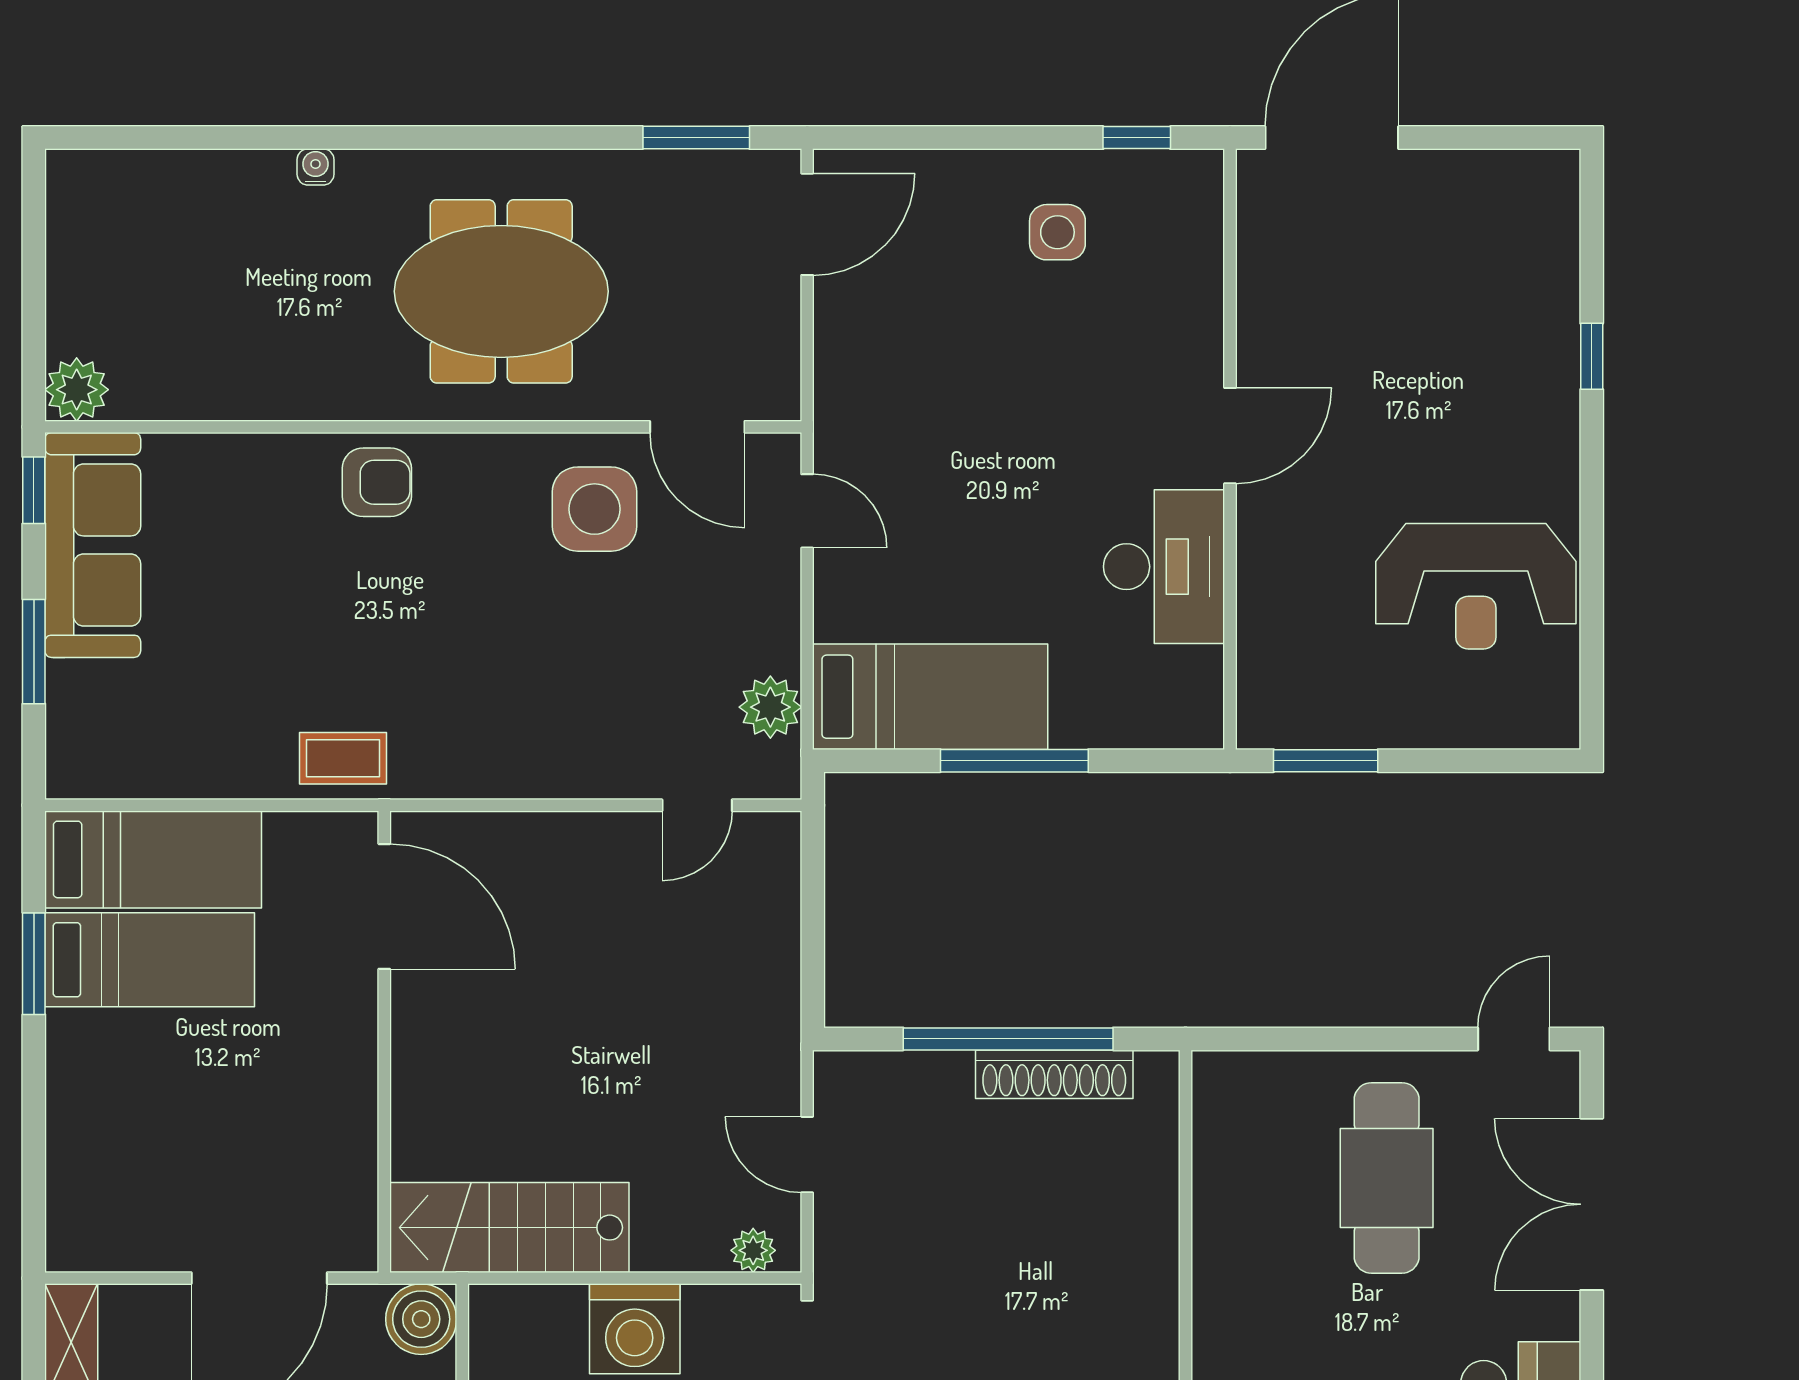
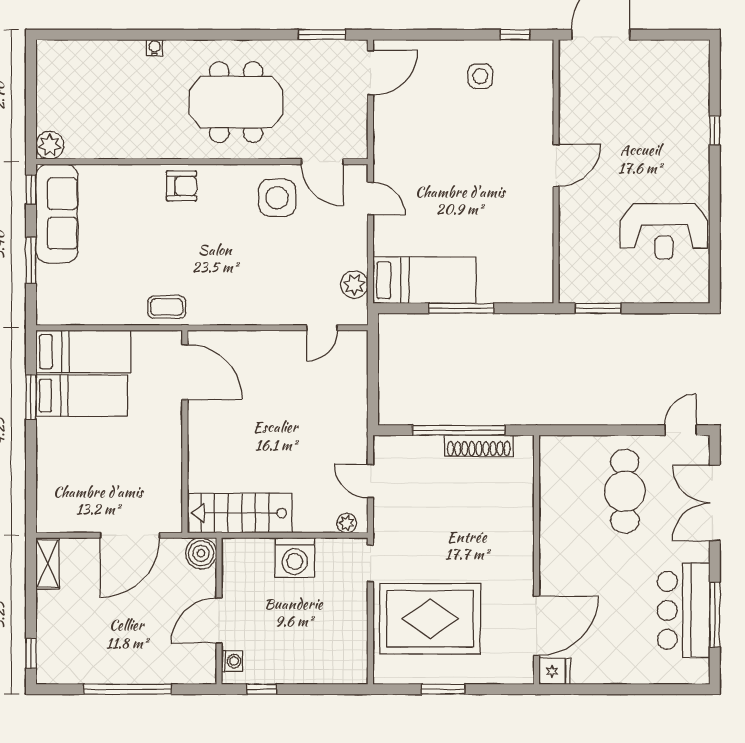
desk: (1164, 567) -> (527, 223), removed

